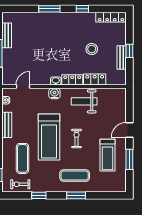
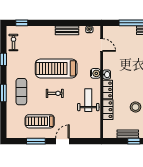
door: (129, 130) -> (62, 141), hinge flipped
exercise mat: (22, 158) -> (37, 45), removed

